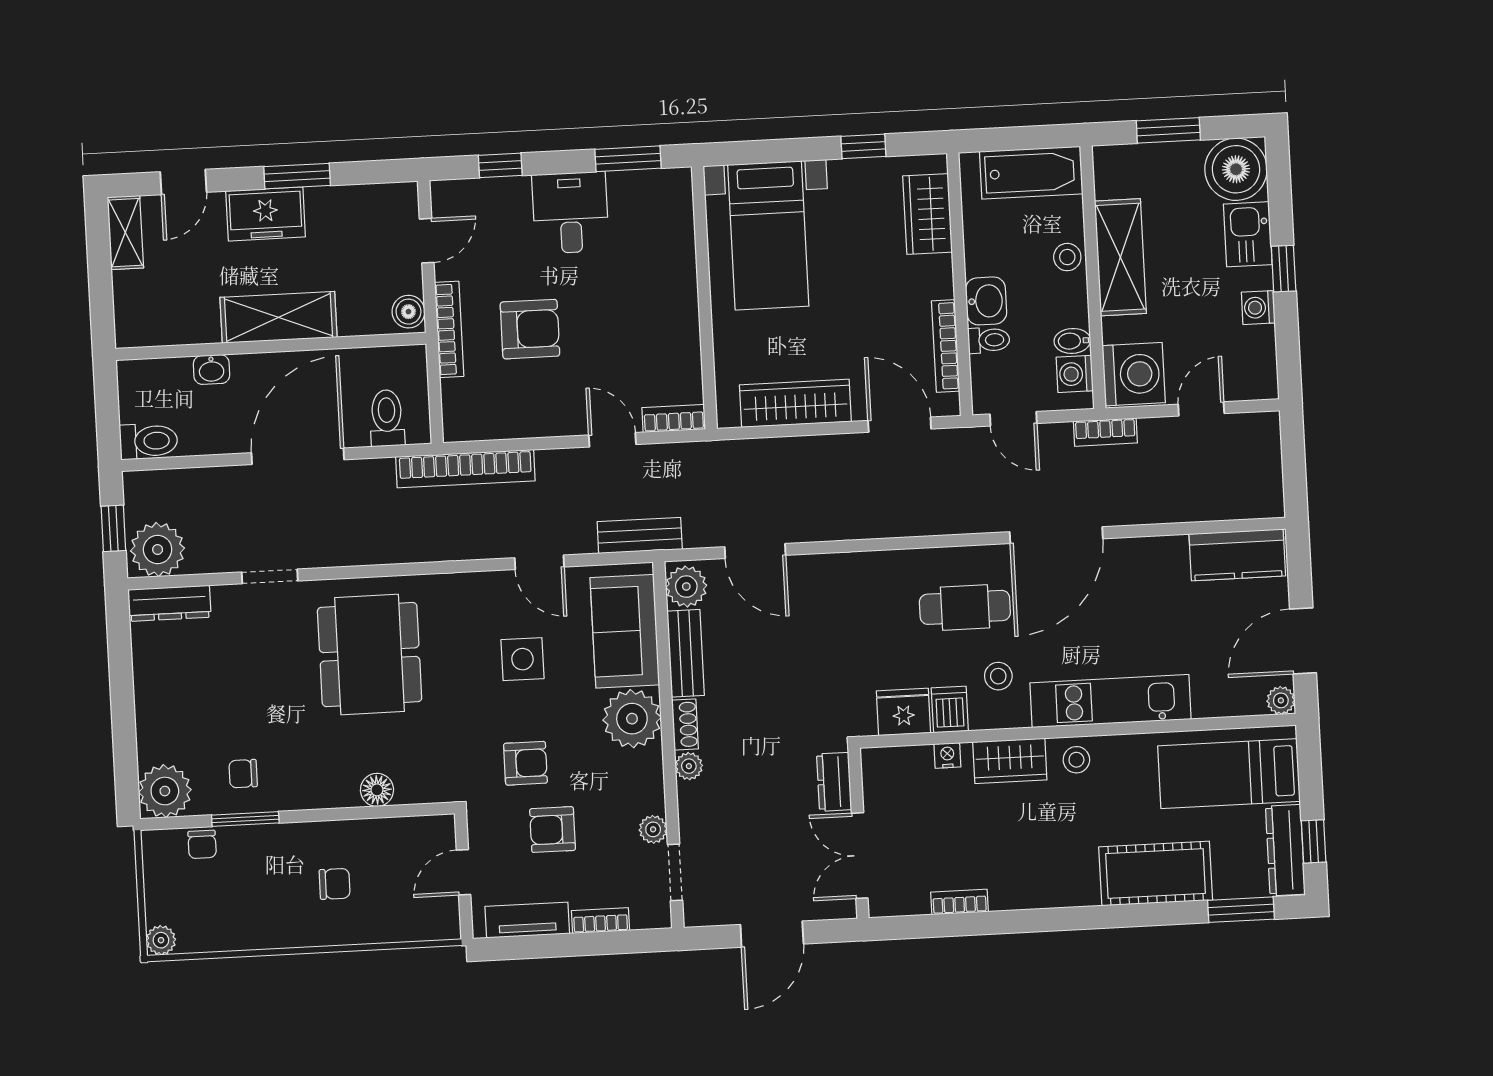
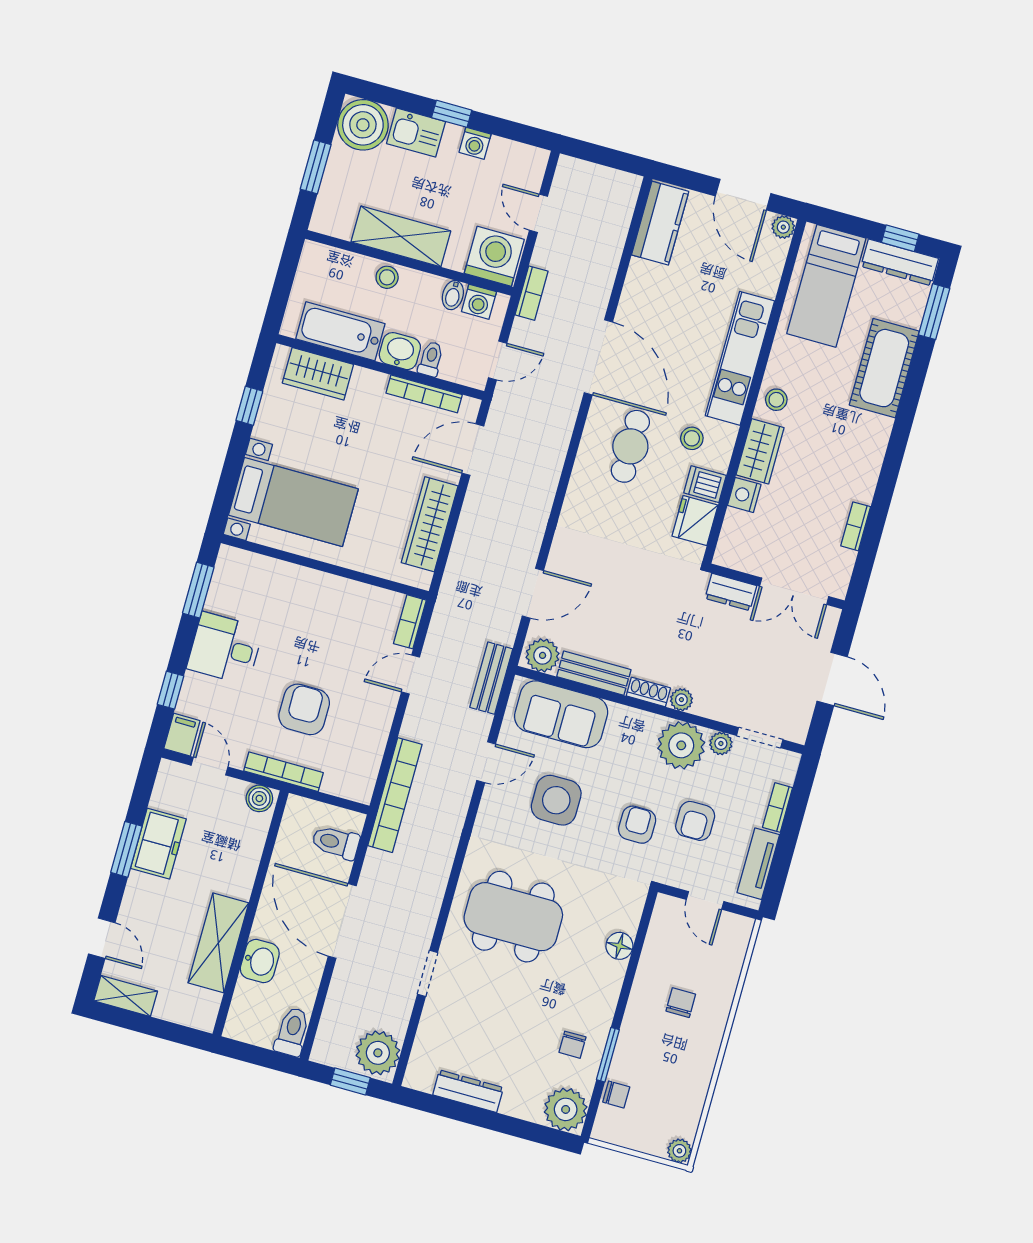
bathtub: (1031, 173) -> (340, 331), moved, turned -90
filing cabinet: (453, 196) -> (182, 735), added
freezer: (266, 214) -> (158, 844), moved
shelving: (278, 317) -> (218, 943), moved
washbasin: (211, 369) -> (260, 961), width x1.38, depth x1.45
dresser: (169, 603) -> (468, 1091), moved, turned -90
side table: (522, 659) -> (556, 800), width x1.37, depth x1.37
plant: (632, 719) -> (681, 745), moved
nightstand: (947, 755) -> (744, 495), width x1.39, depth x1.35

